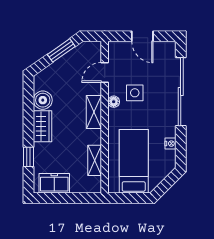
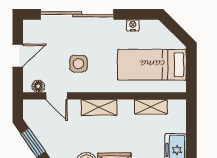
floor lamp: (114, 102) -> (38, 86), moved

